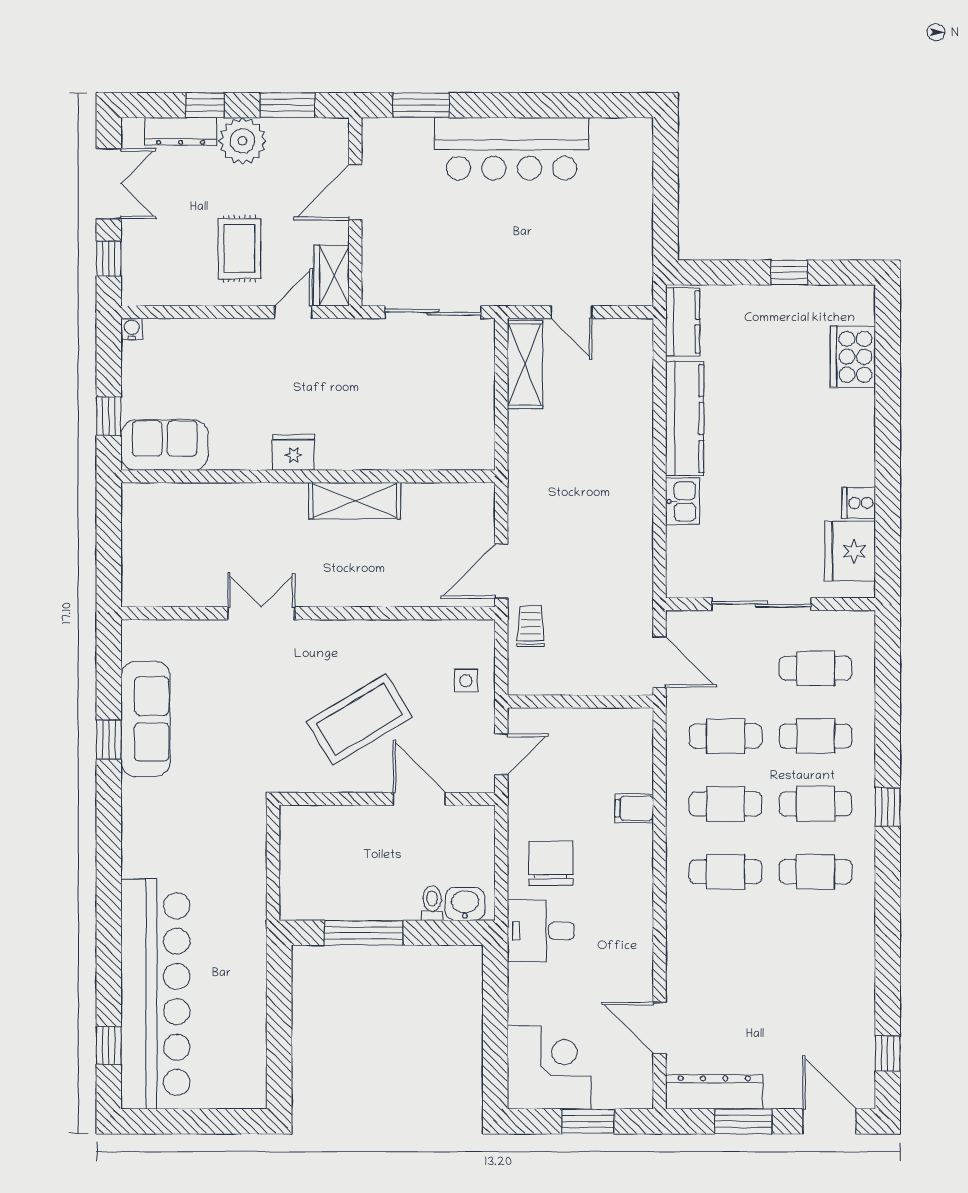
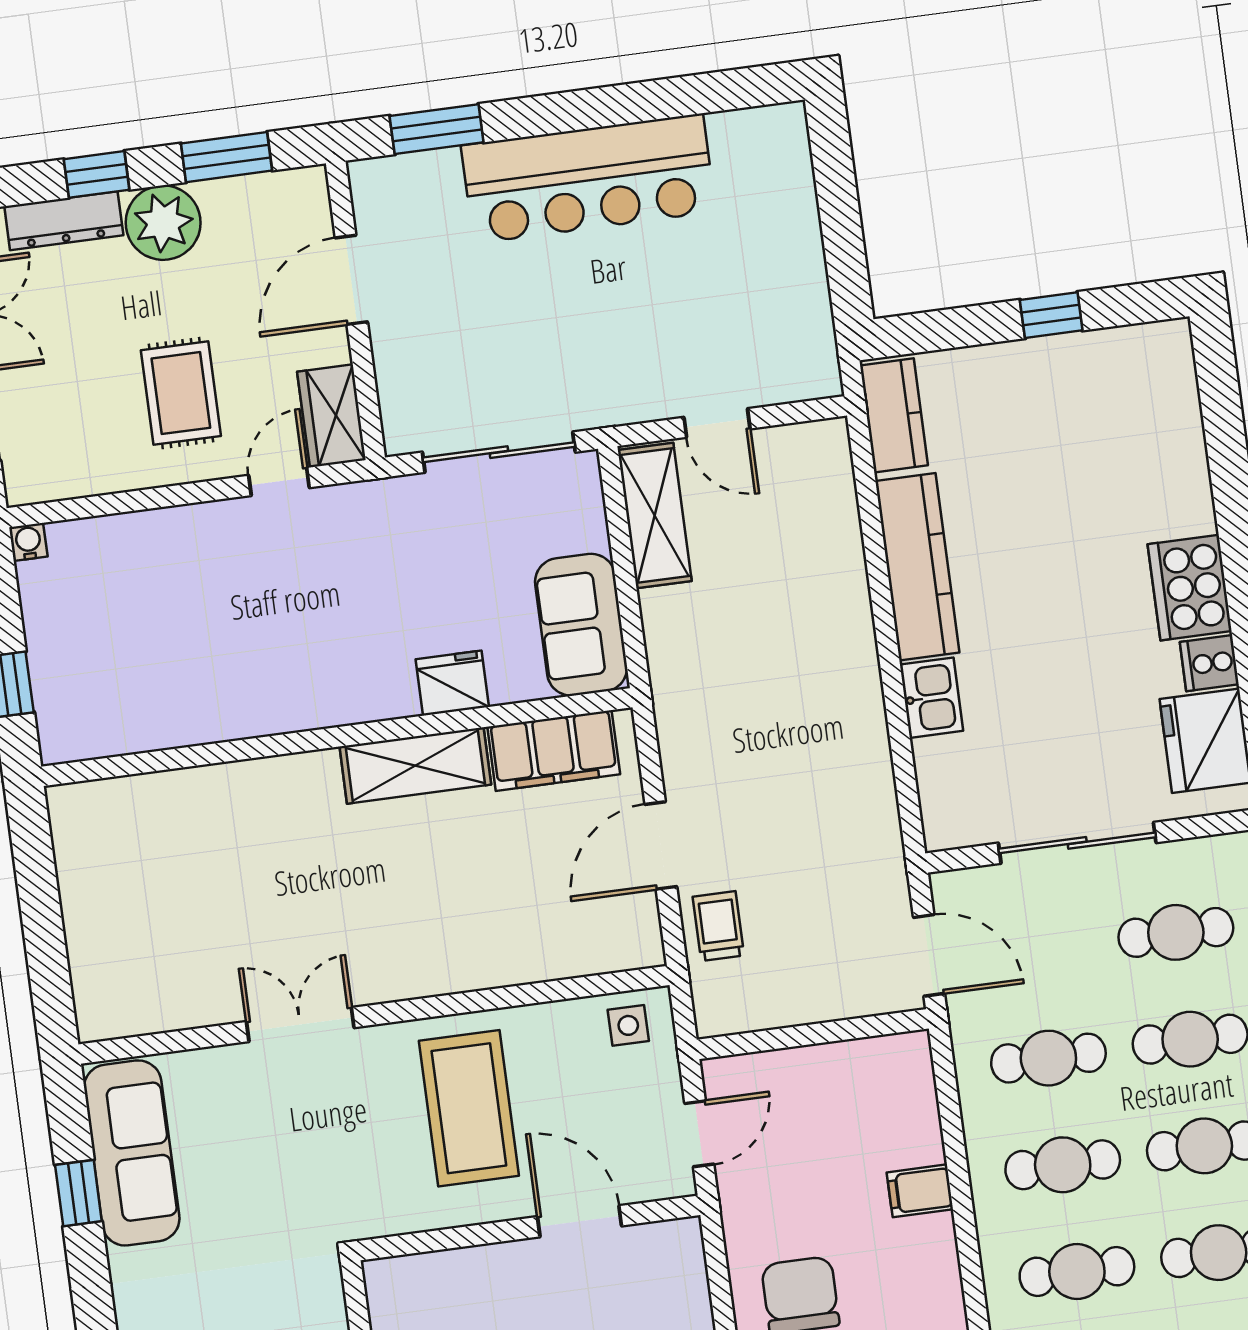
cooker: (853, 357) -> (1190, 588), moved
sofa: (165, 445) -> (581, 625), moved, turned -90
fridge: (293, 452) -> (452, 683), moved
filing cabinet: (442, 503) -> (554, 751), added
double door: (261, 613) -> (300, 1025), moved
wall: (308, 613) -> (374, 1015), moved
coffee table: (360, 719) -> (469, 1108), turned -59

